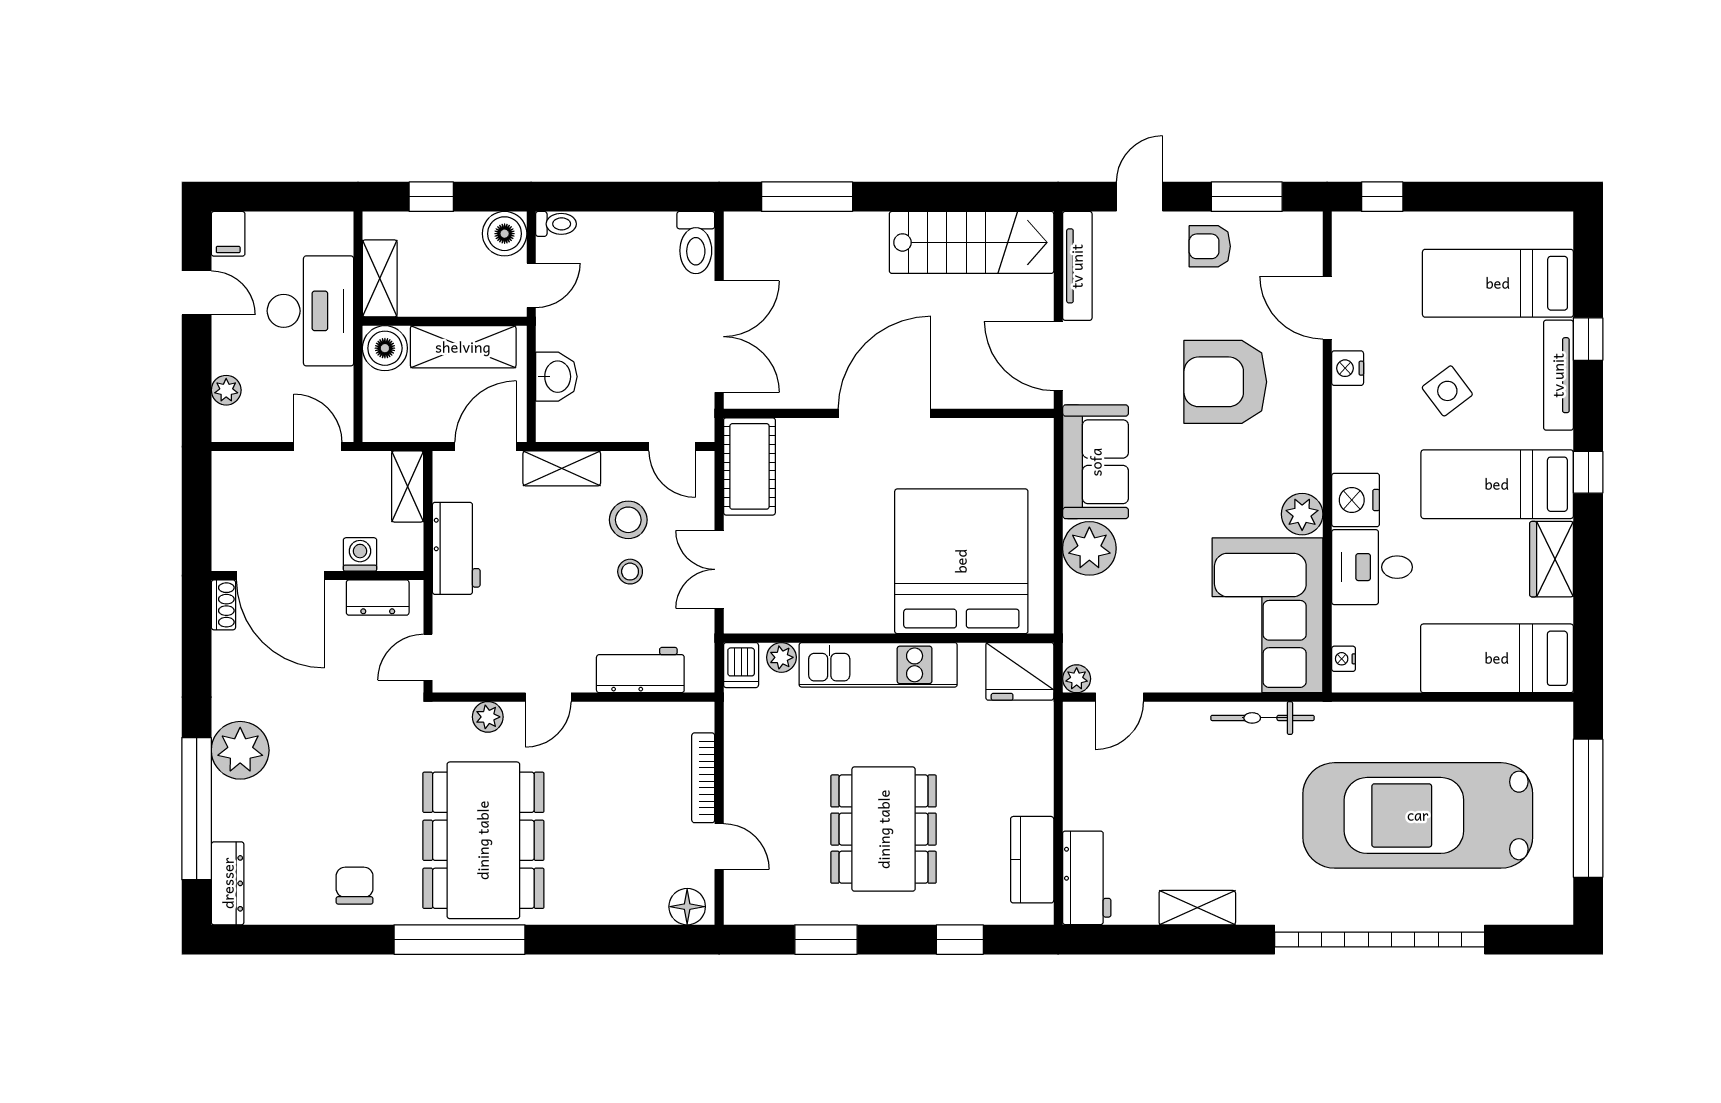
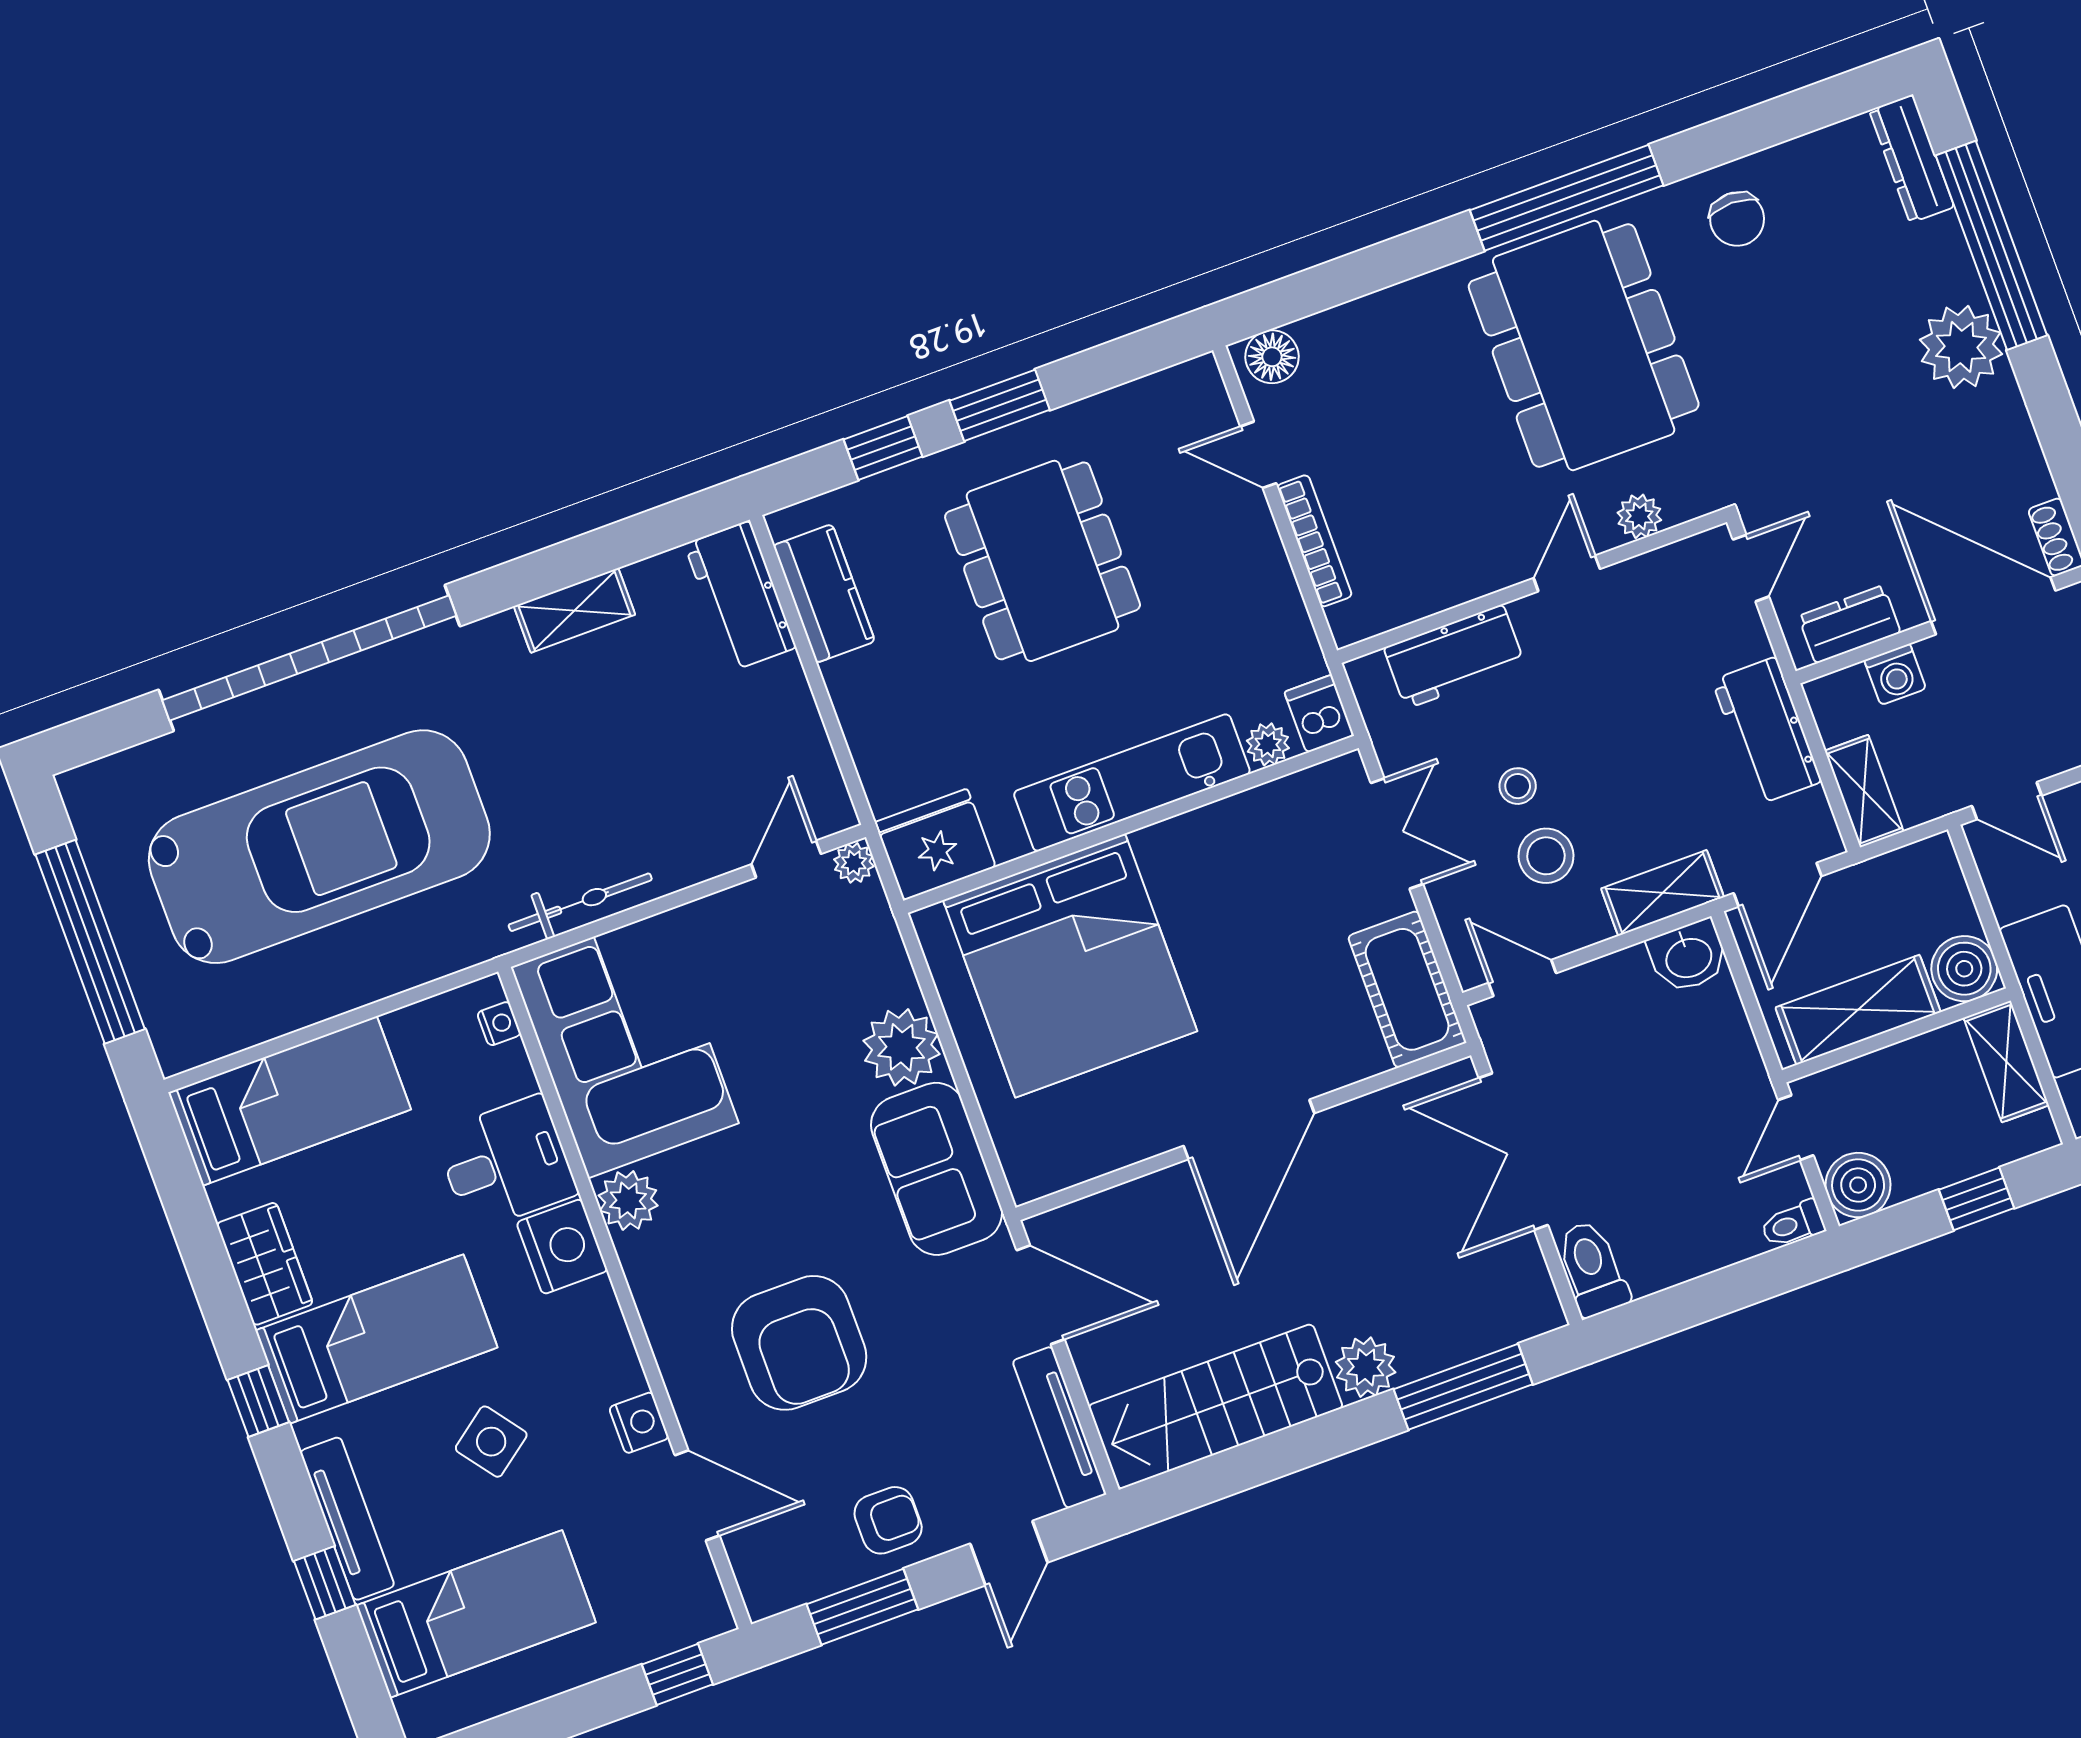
plant: (865, 232) -> (1366, 1367), added
washbasin: (556, 377) -> (1688, 956), moved, turned -90
armchair: (1225, 382) -> (799, 1343), turned 90
window: (826, 940) -> (1000, 405), moved

